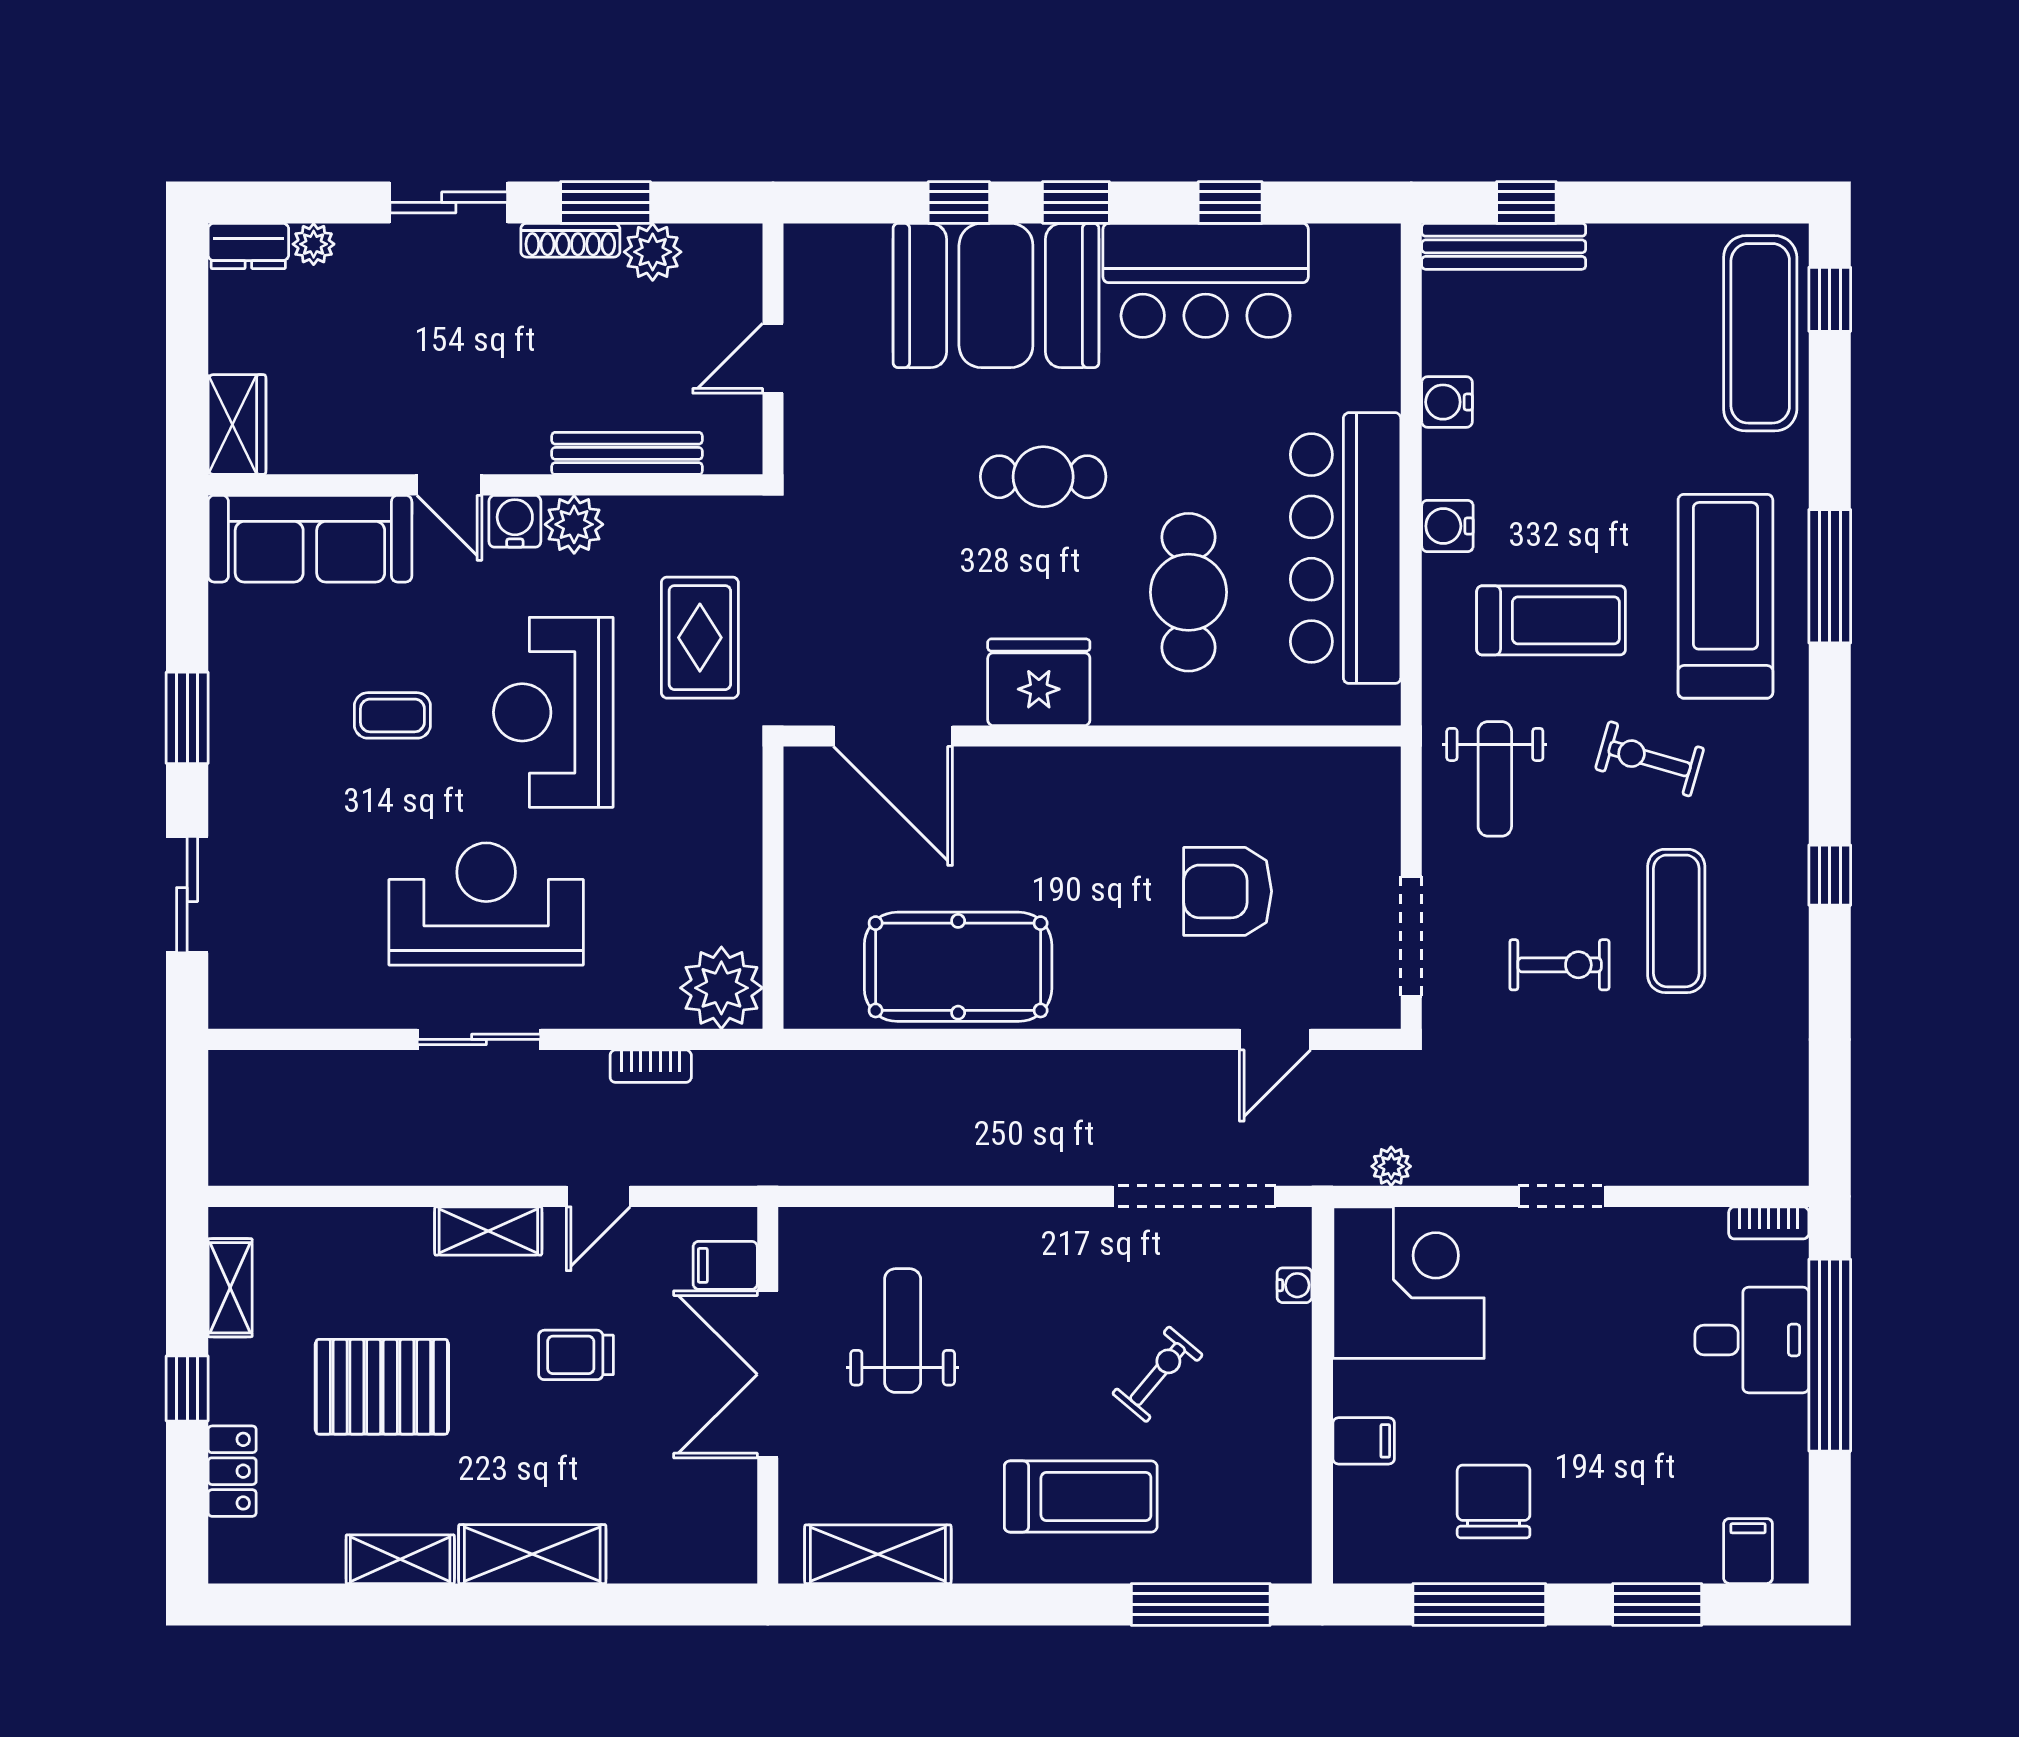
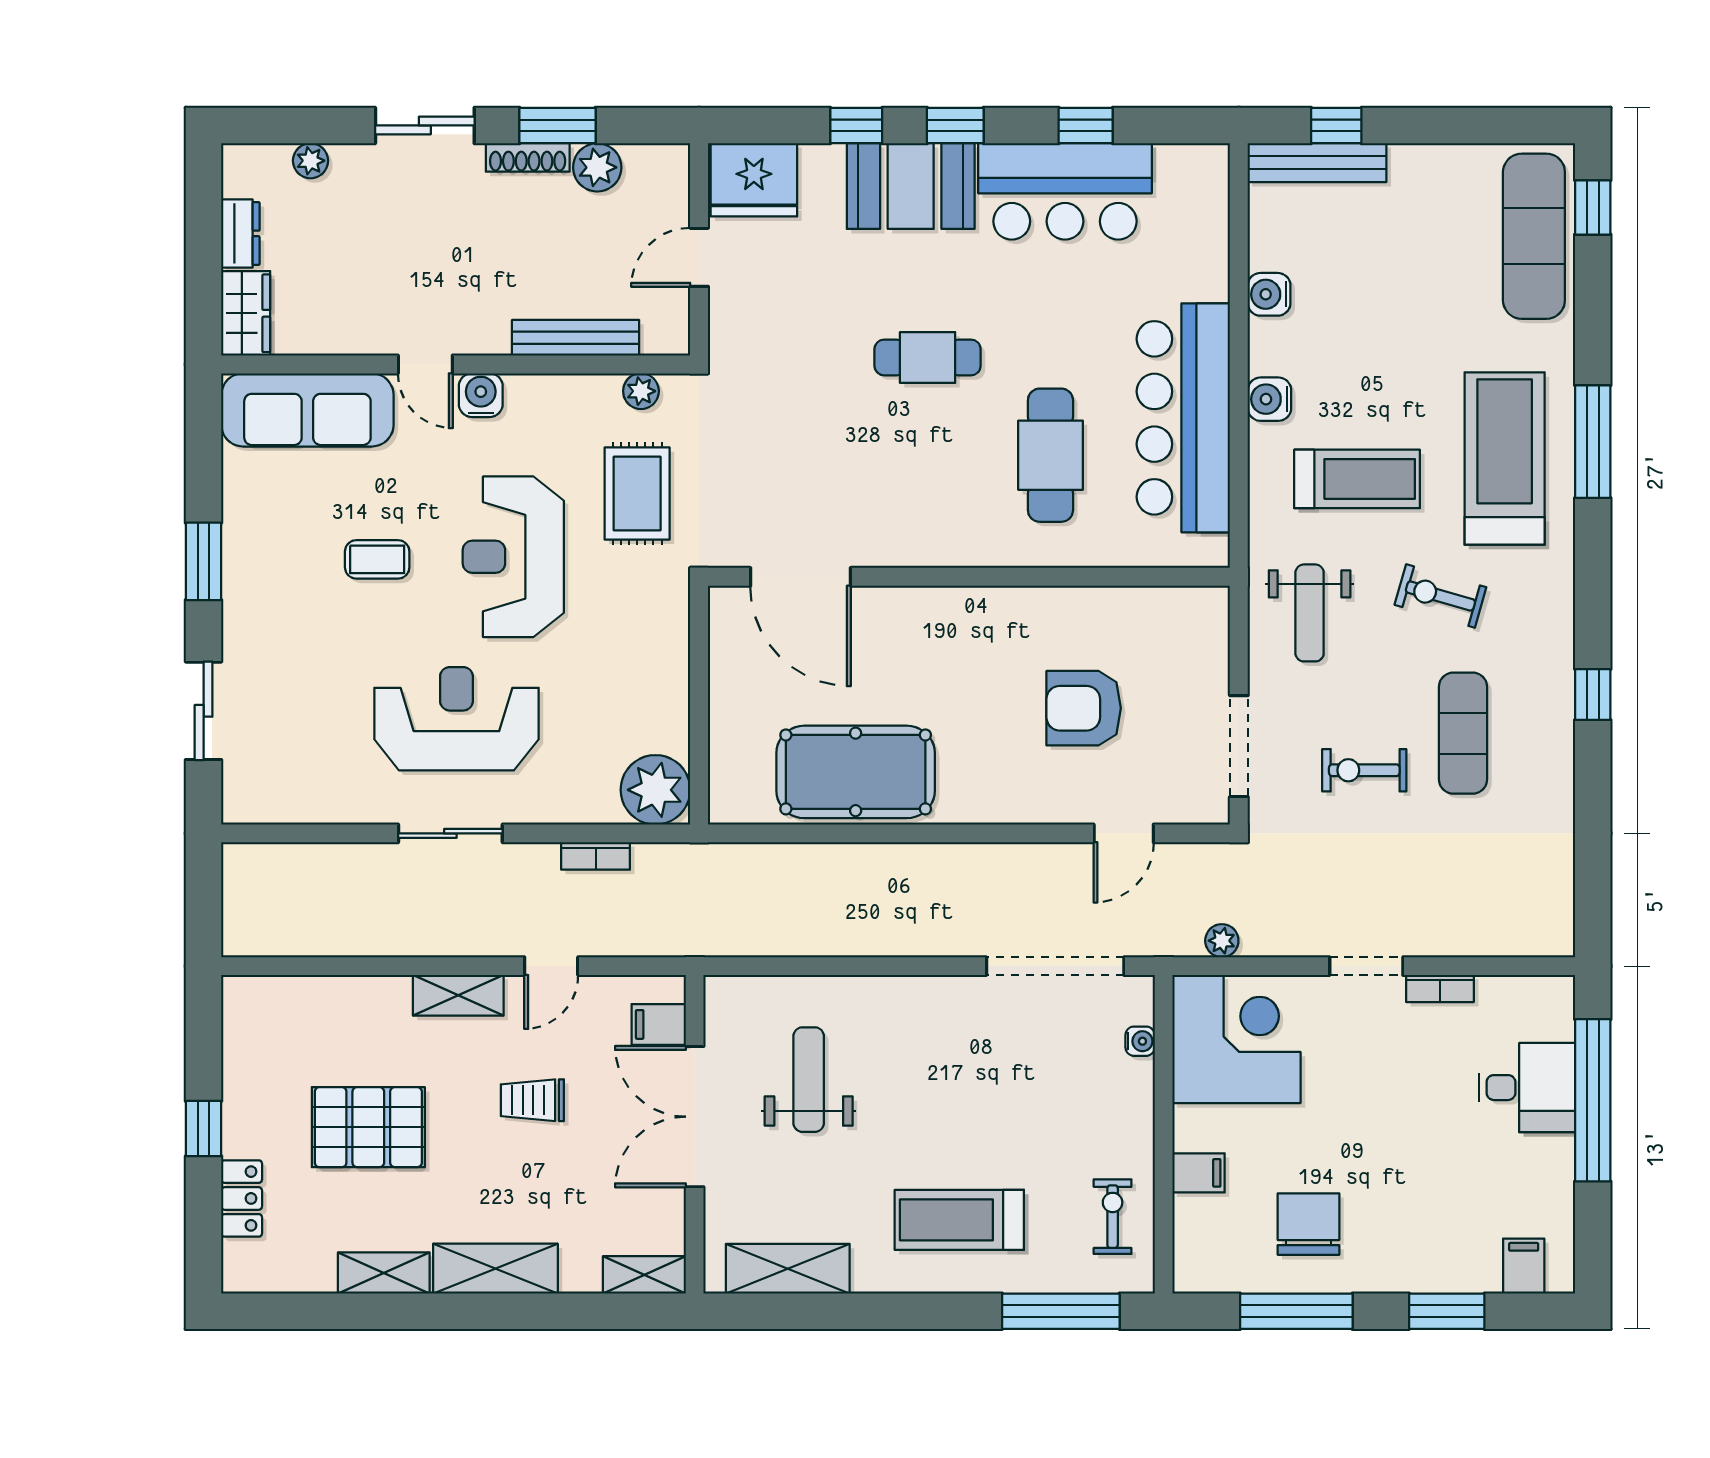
dresser: (248, 246) -> (240, 233), moved, turned -90
booth: (996, 295) -> (911, 186), width x0.73, depth x0.70
plant: (574, 524) -> (641, 391), moved, width x0.73, depth x0.73
fridge: (1039, 682) -> (754, 180), moved, turned 180
exercise bike: (1560, 965) -> (1364, 770), turned 180
bookcase: (1769, 1223) -> (1440, 989), moved
shelving: (230, 1288) -> (644, 1275), moved, turned 90
exercise bike: (1158, 1374) -> (1113, 1217), moved, turned -40
treadmill: (1081, 1497) -> (959, 1220), turned 180

